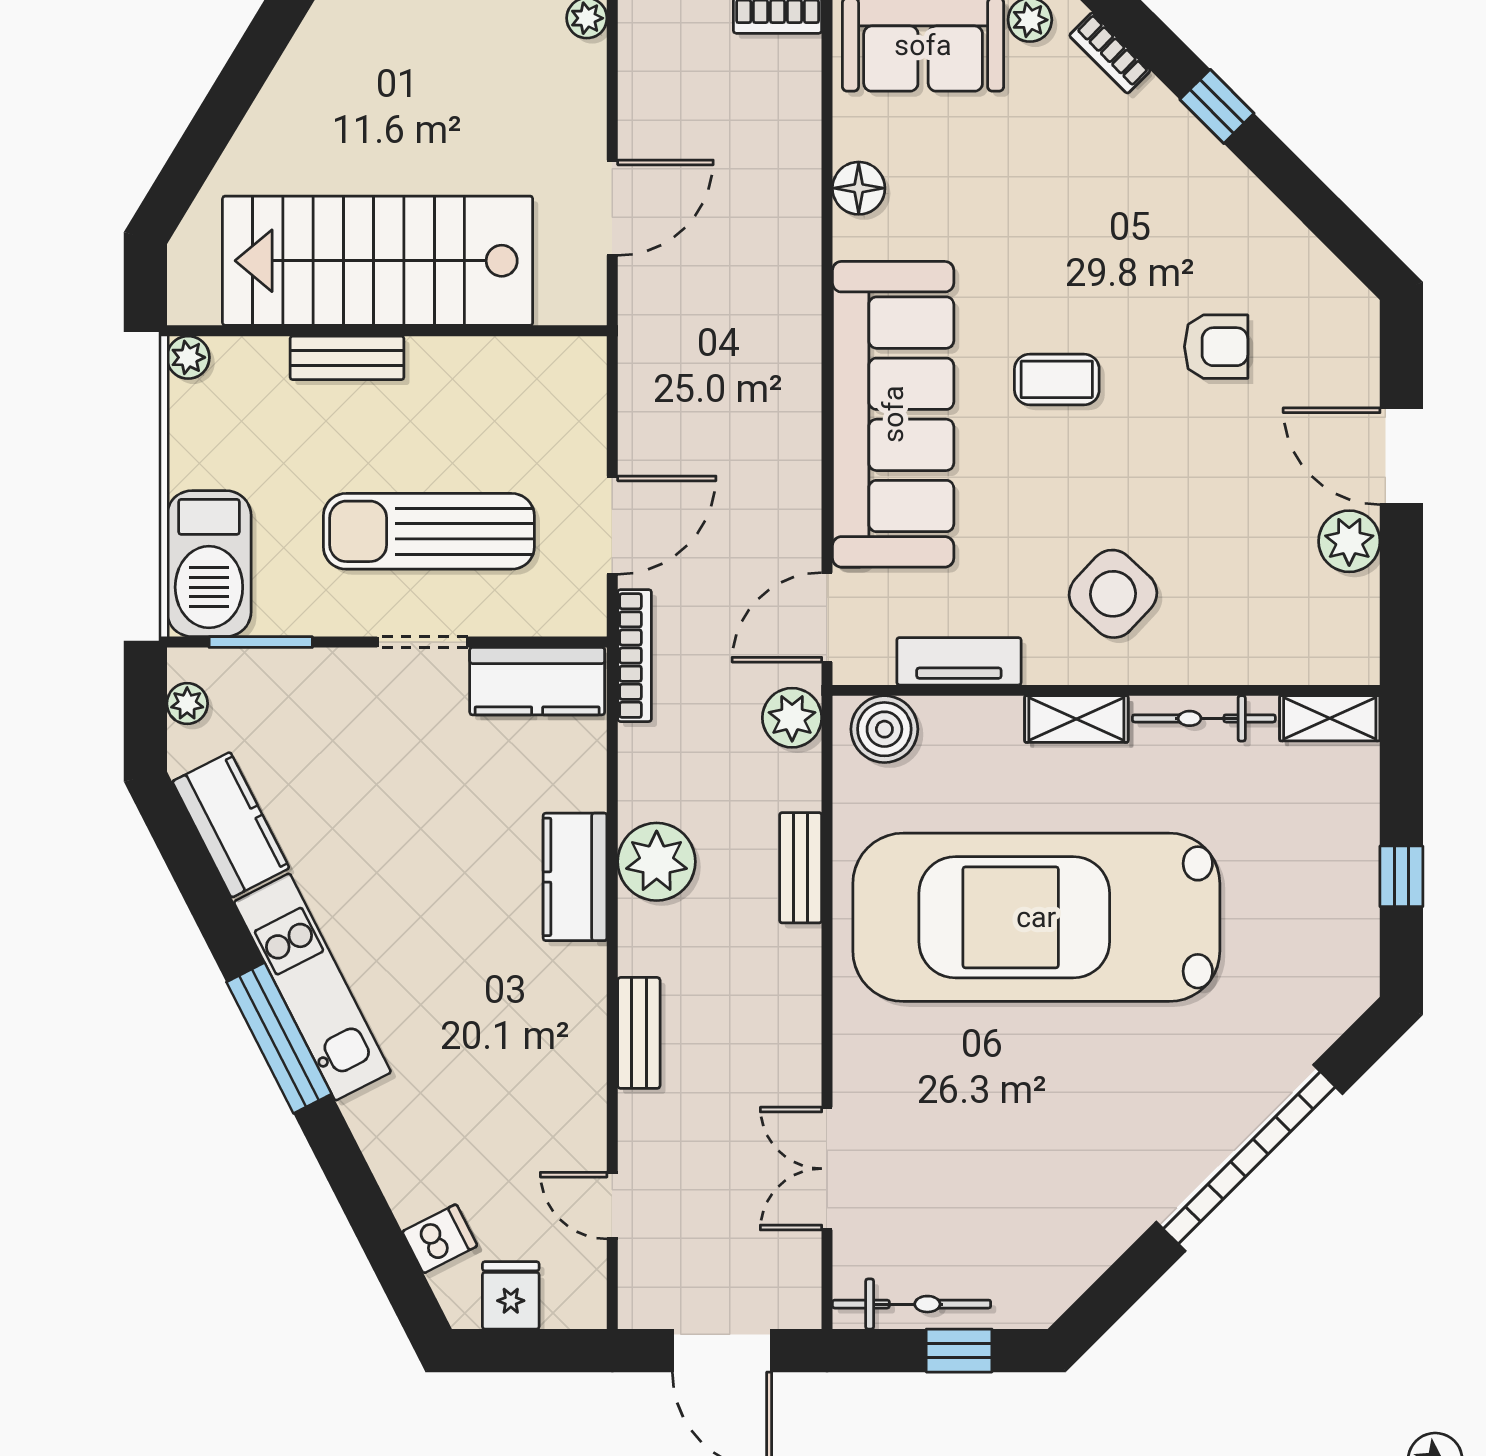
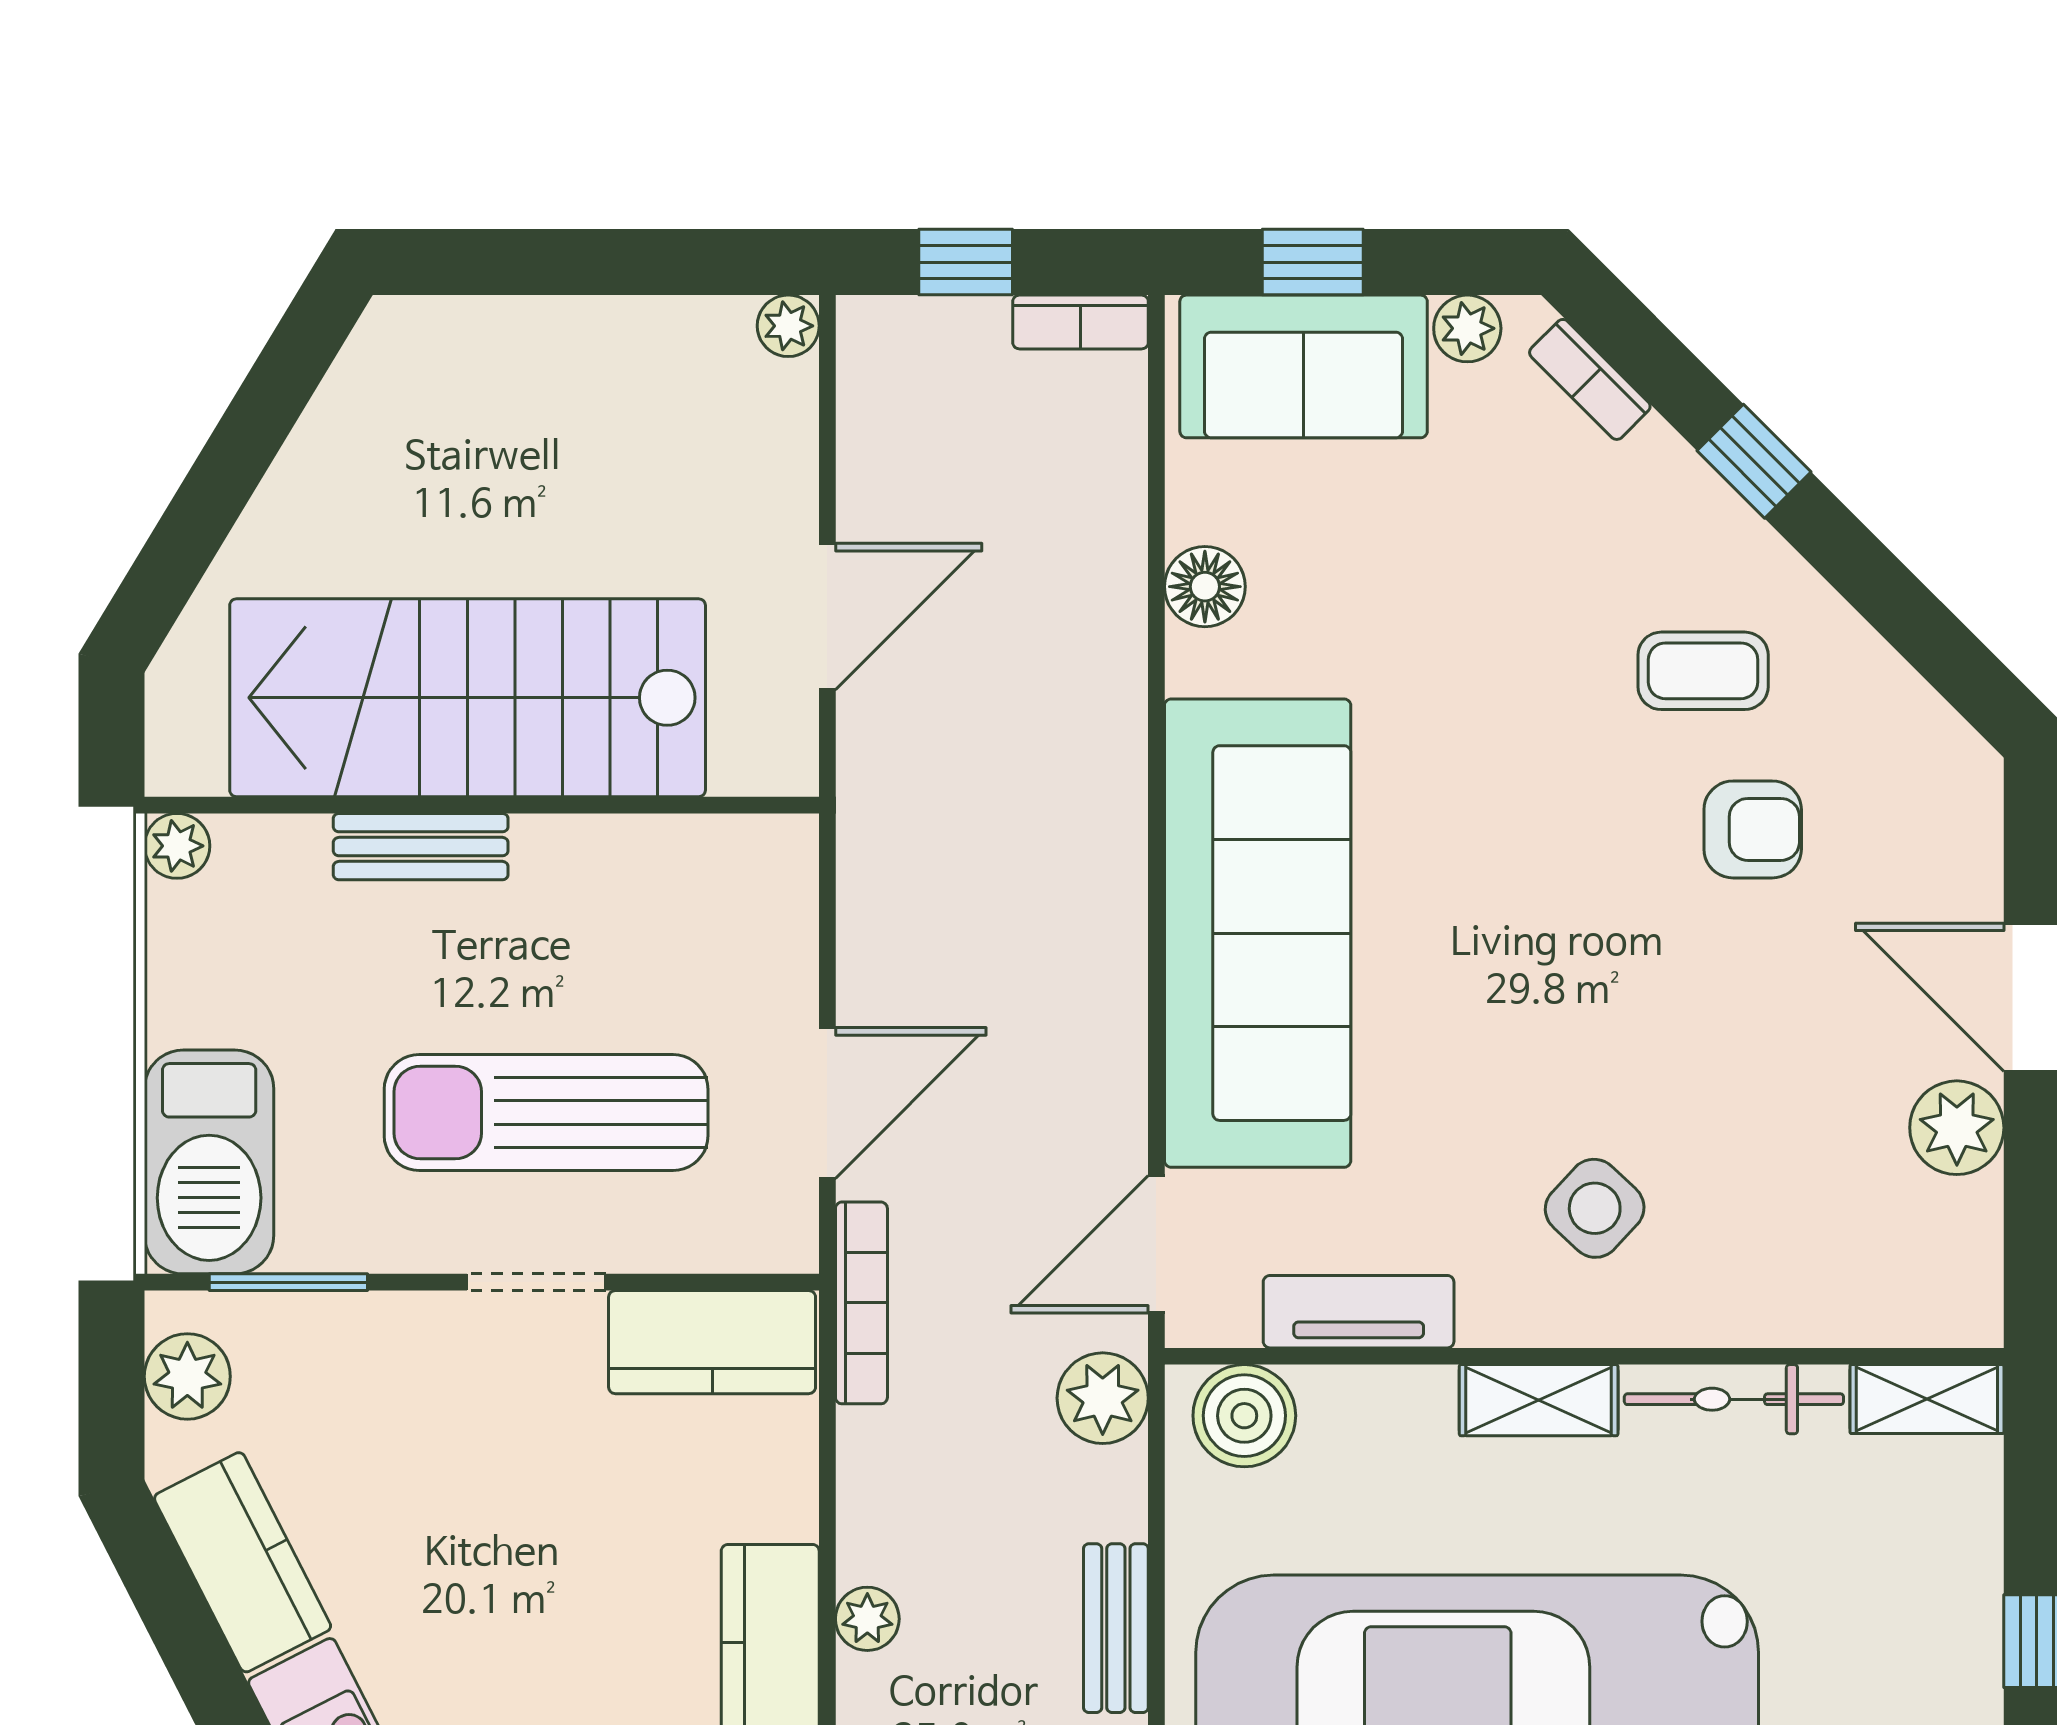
coffee table: (1057, 379) -> (1703, 671), moved
side table: (1113, 594) -> (1595, 1208), width x0.73, depth x0.73
plant: (187, 704) -> (187, 1376), width x1.38, depth x1.38
plant: (657, 862) -> (867, 1619), width x0.53, depth x0.53

